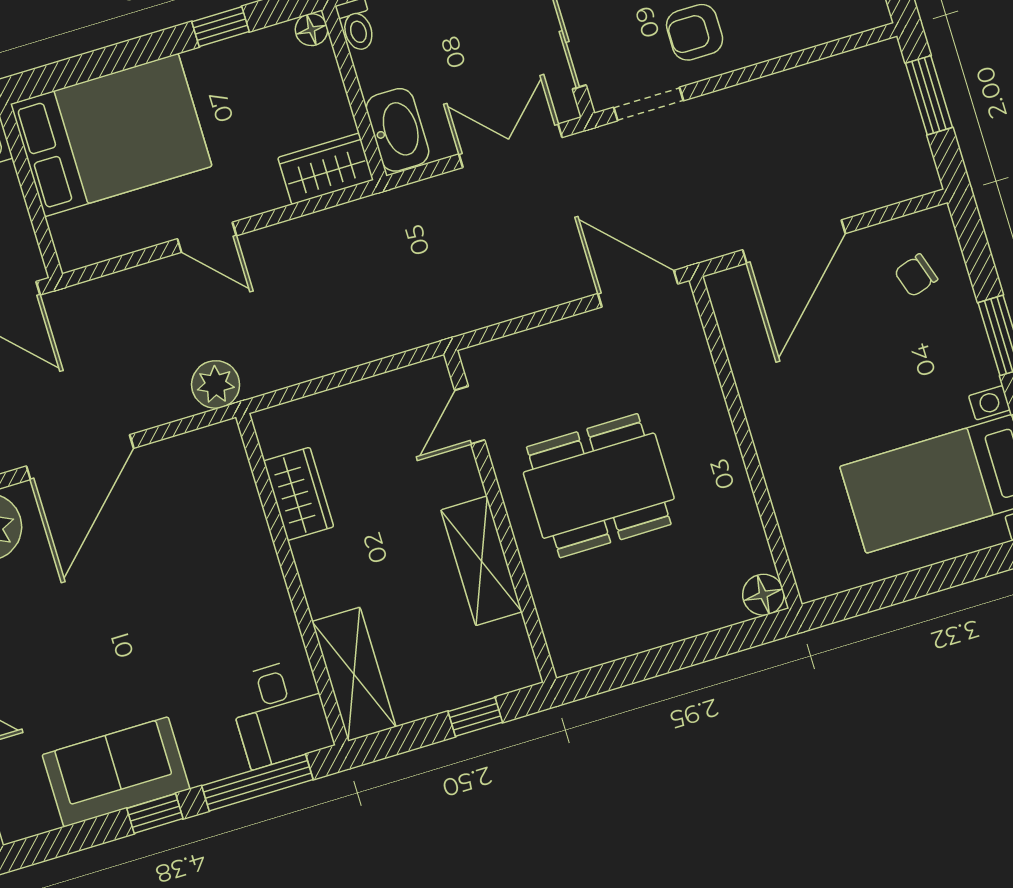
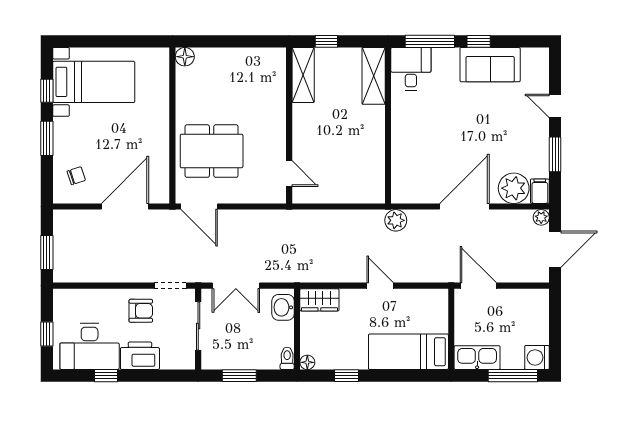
washbasin: (397, 130) -> (283, 307), width x0.72
bed: (111, 135) -> (408, 352), width x0.67
door: (470, 415) -> (289, 174), hinge flipped
dining table: (599, 486) -> (212, 151), moved
wardrobe: (299, 494) -> (374, 162), removed
shelving: (481, 561) -> (303, 75), moved

